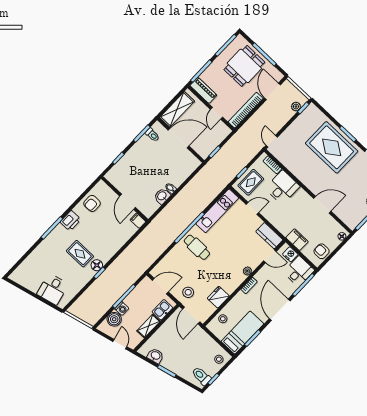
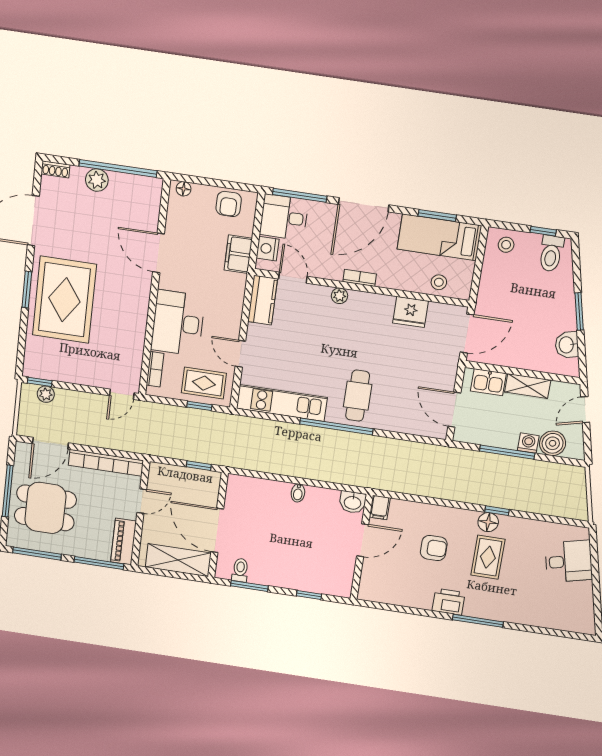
desk: (282, 187) -> (178, 323), width x1.37
washbasin: (162, 196) -> (353, 502), moved
armchair: (92, 203) -> (434, 548), moved
stool: (188, 292) -> (435, 362), removed

